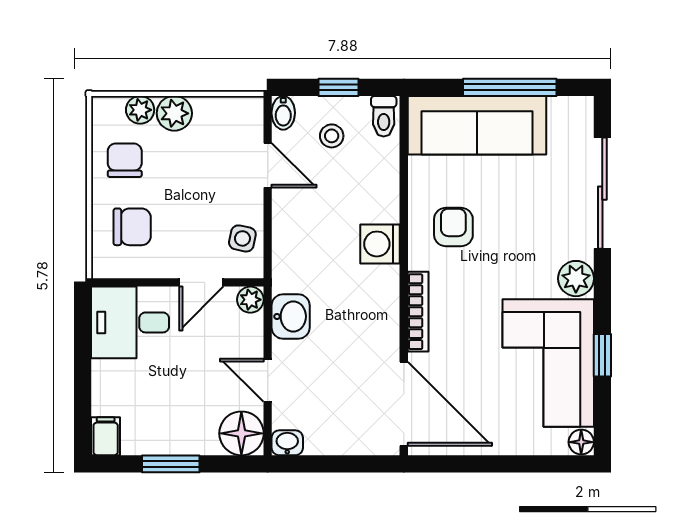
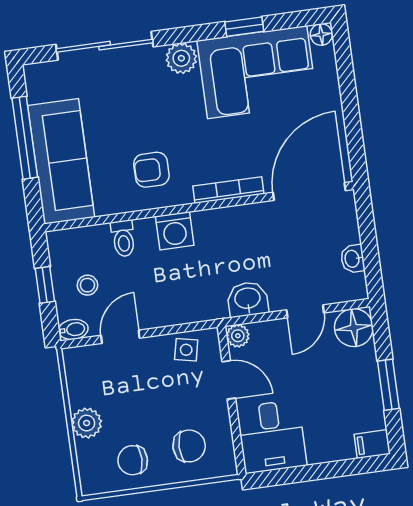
plant: (140, 110) -> (88, 453), removed
toilet: (384, 116) -> (123, 239), moved, turned 90
chair: (132, 227) -> (189, 446), turned 90
washbasin: (287, 443) -> (353, 259), moved

